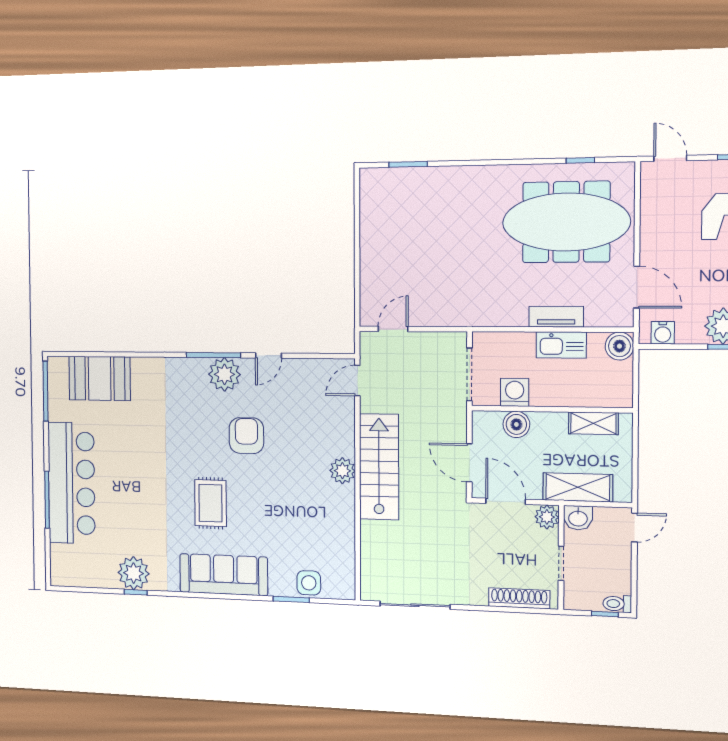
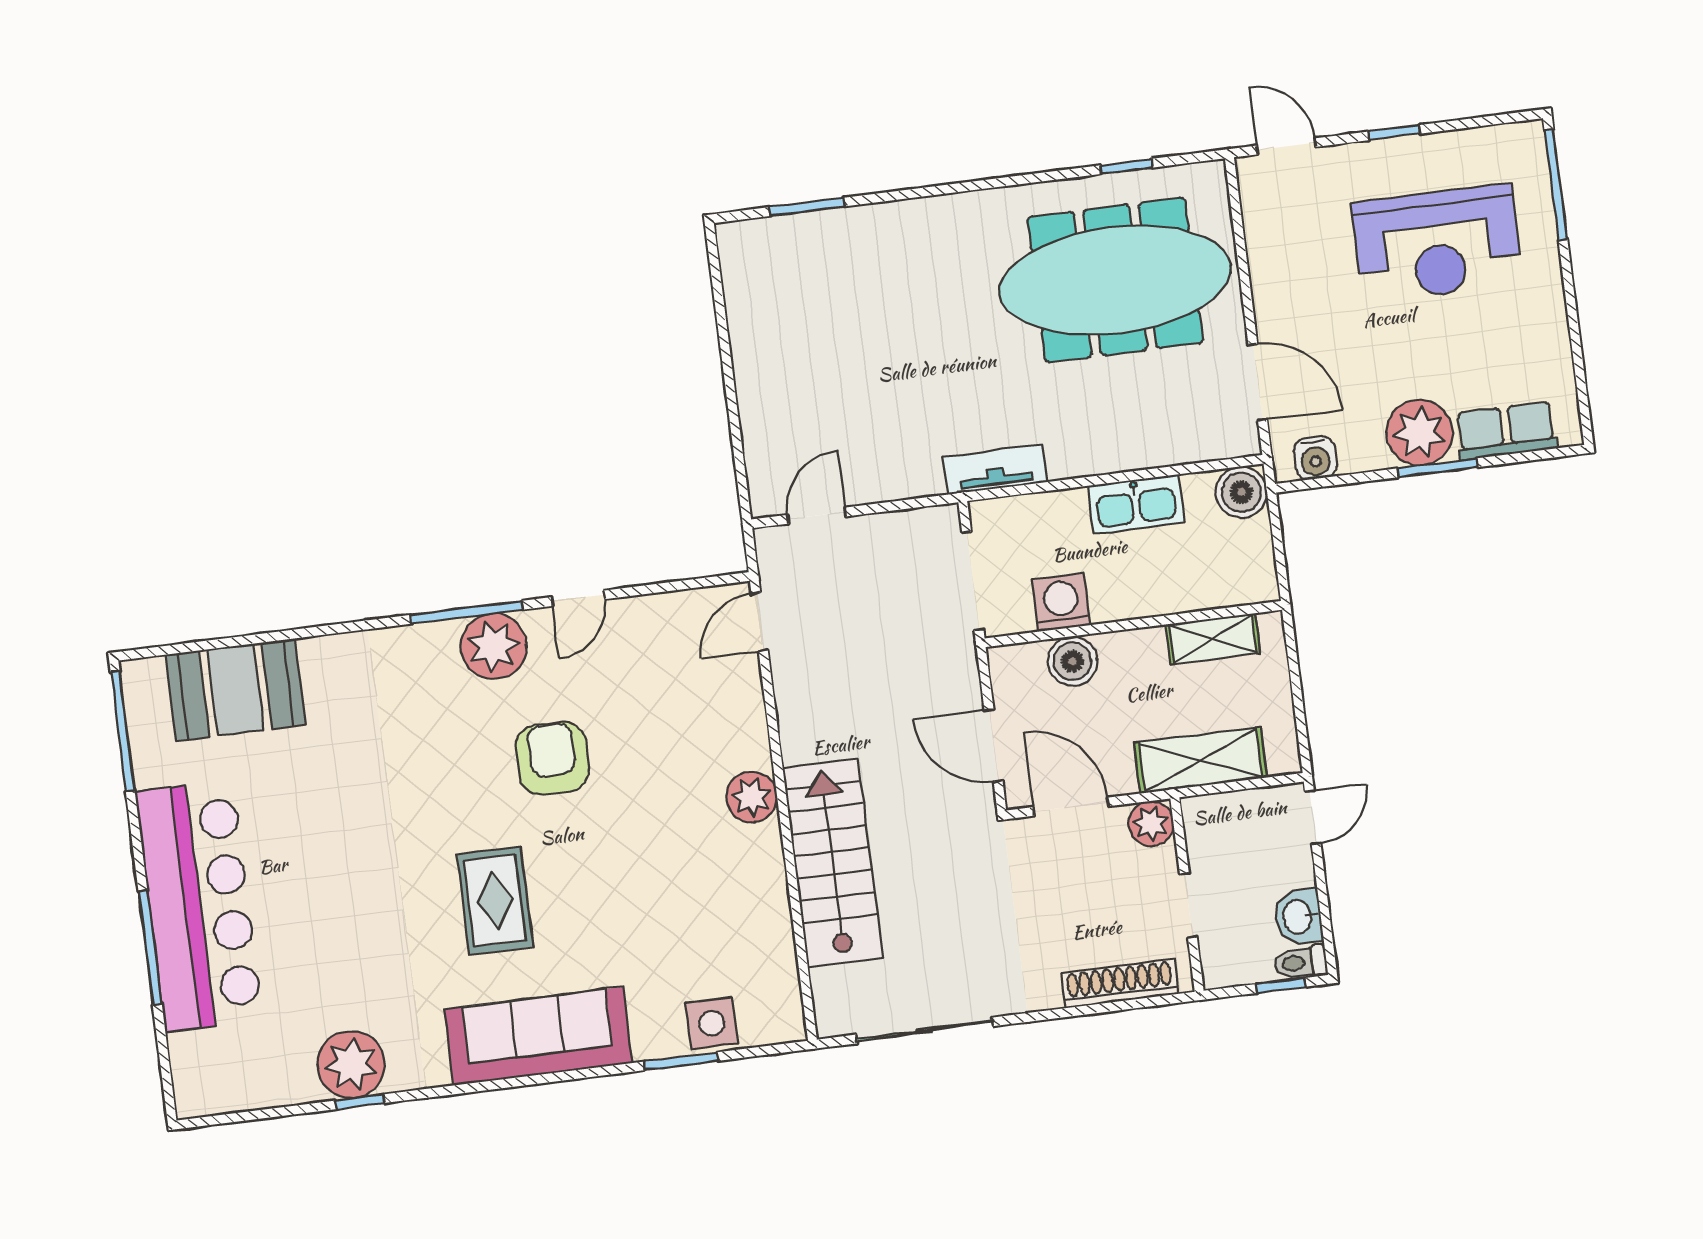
tv unit: (556, 317) -> (995, 469), moved
stairs: (379, 467) -> (833, 863), moved
washbasin: (578, 518) -> (1298, 917), moved, turned 90

